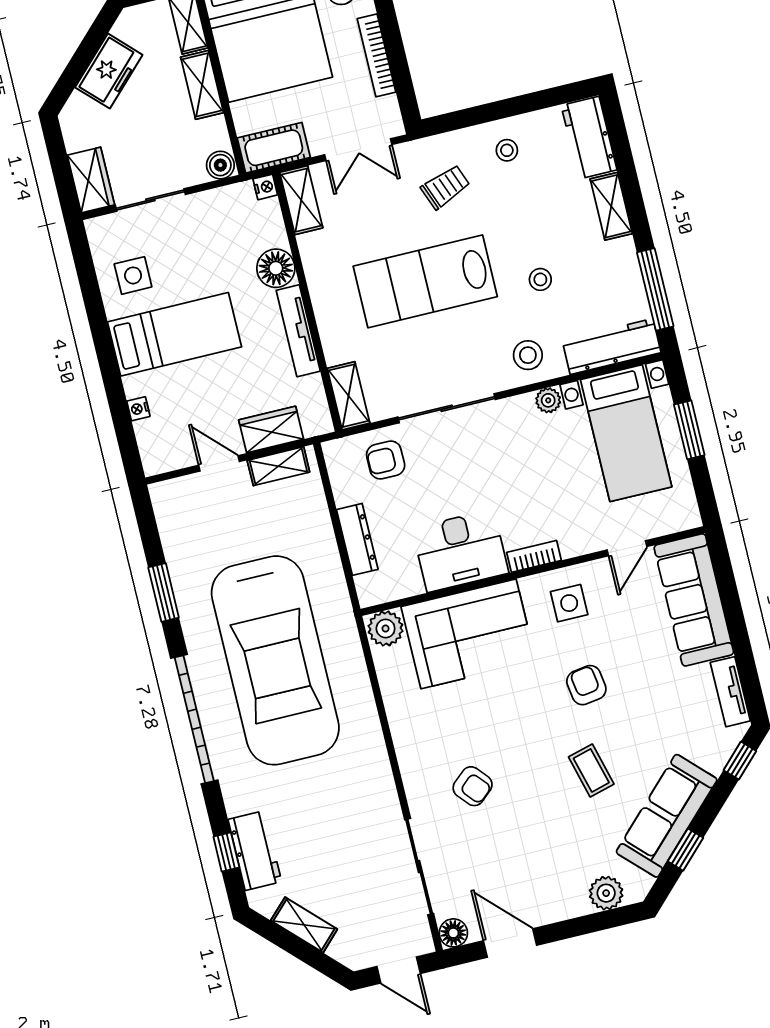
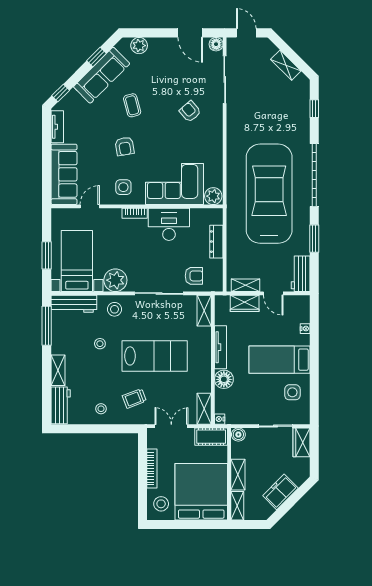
plant: (548, 400) -> (115, 280), width x1.88, depth x1.88
workbench: (255, 851) -> (301, 274), moved

